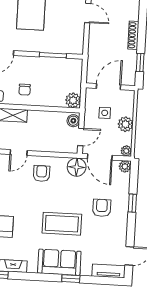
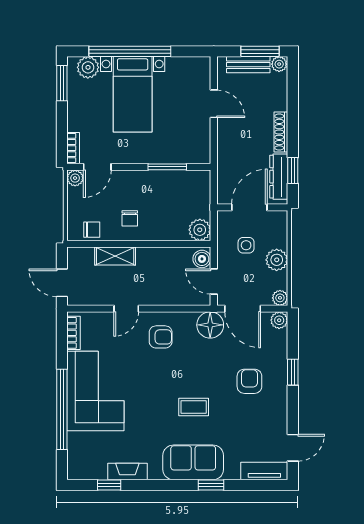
dresser: (130, 66) -> (279, 177), added
door: (81, 137) -> (214, 282), swing flipped
armchair: (42, 173) -> (161, 337), turned 90
coffee table: (62, 224) -> (194, 407), width x0.54, depth x0.58

